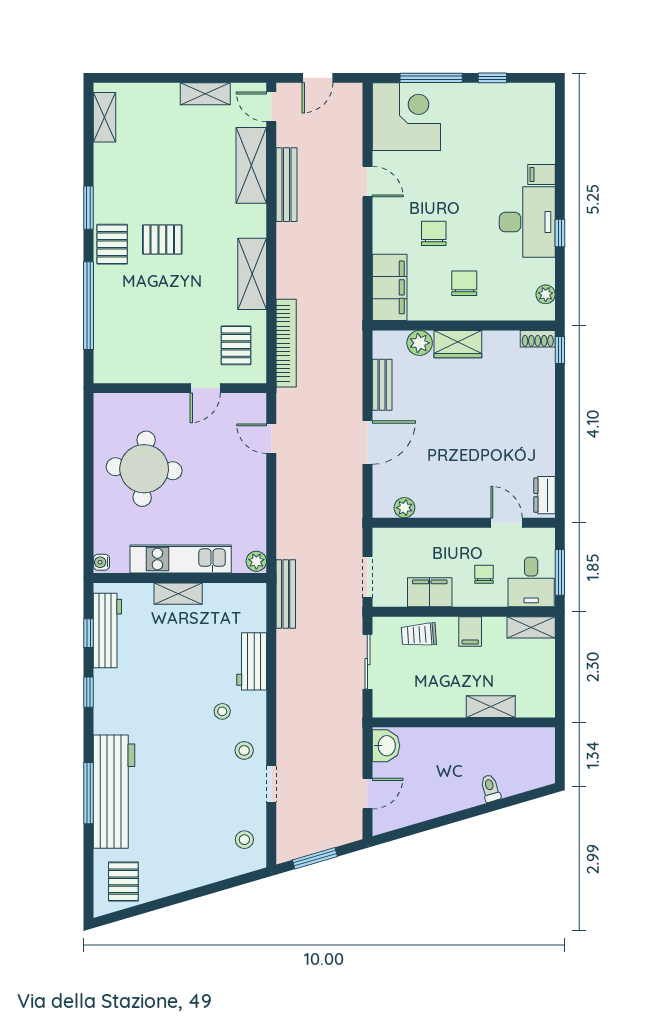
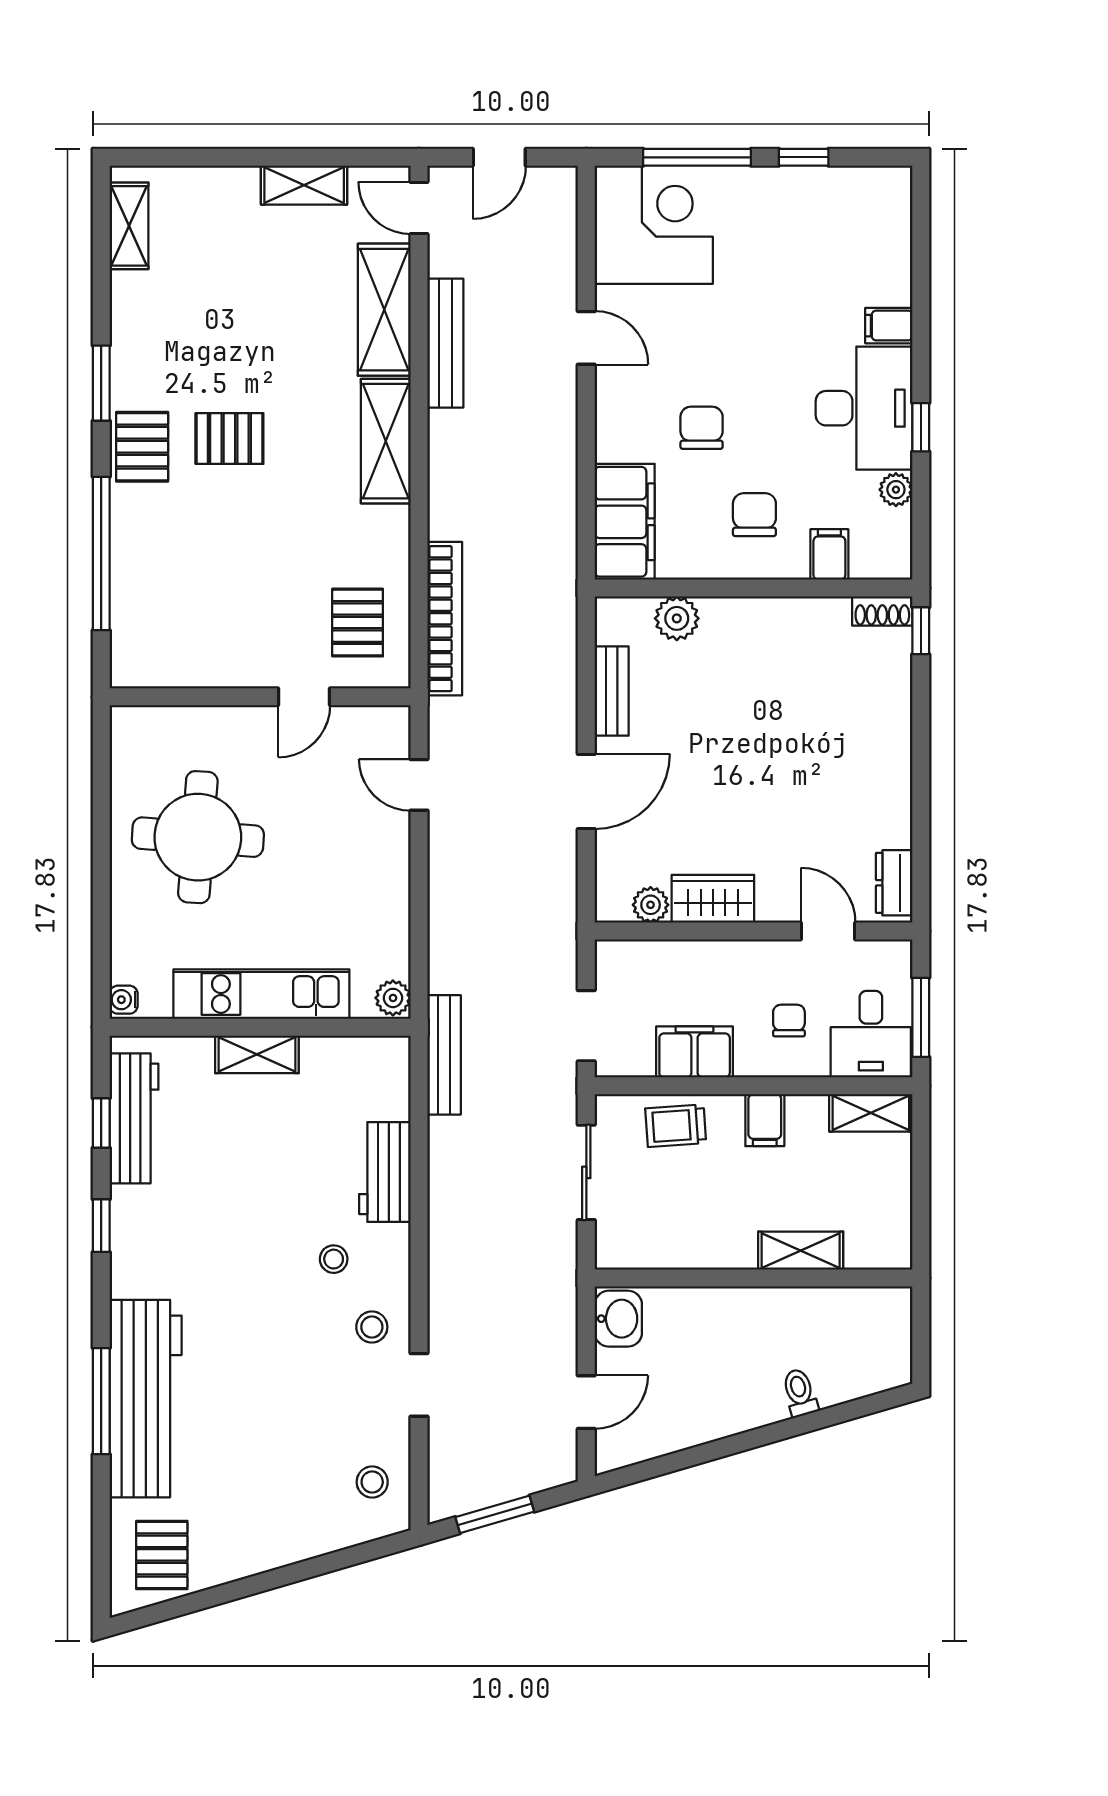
shelving: (252, 274) -> (386, 441), moved
plant: (546, 294) -> (896, 490), moved
filing cabinet: (507, 306) -> (829, 554), added
wardrobe: (458, 344) -> (713, 899), moved, turned 180

